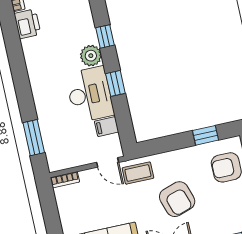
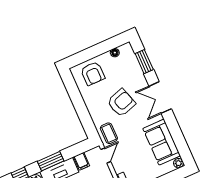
window: (115, 83) -> (51, 161), width x1.50
window: (205, 135) -> (74, 92), removed

